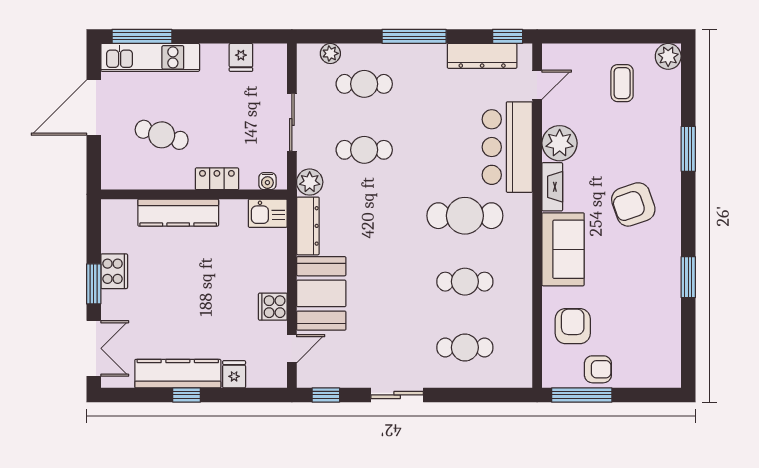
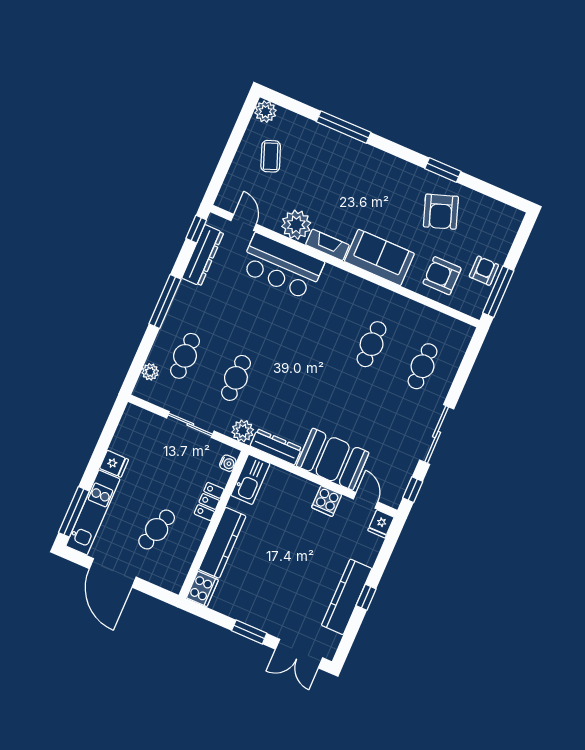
fridge: (241, 57) -> (114, 464), moved
coffee table: (622, 83) -> (271, 156), turned 69
window: (688, 149) -> (344, 127), width x1.44
armchair: (633, 204) -> (441, 212), moved
kitchen sink: (268, 213) -> (250, 479), width x1.38
cafe table: (465, 216) -> (321, 322), removed
cooker: (114, 271) -> (202, 589), moved, turned 90
double door: (94, 348) -> (299, 654), swing flipped
fridge: (234, 374) -> (381, 524), moved, turned -90
sliding door: (397, 395) -> (437, 434), width x1.37

